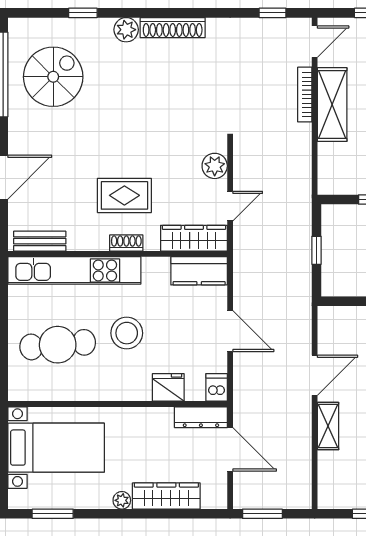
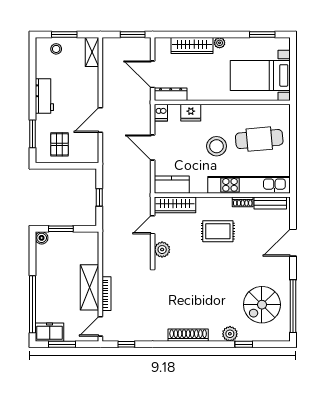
plant: (126, 30) -> (230, 334), moved
shoe rack: (126, 243) -> (243, 202), moved
shelving: (328, 426) -> (92, 52), moved

